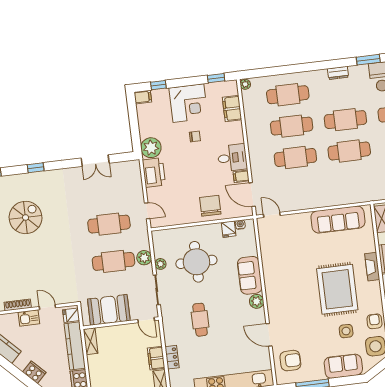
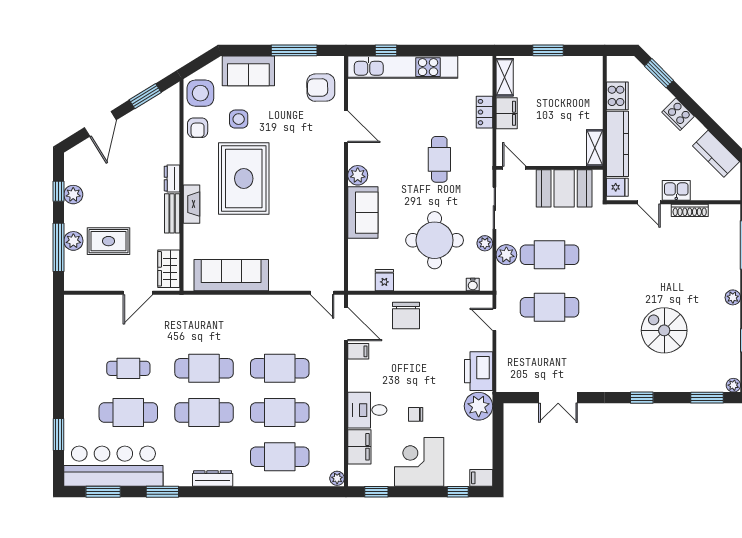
dresser: (338, 73) -> (213, 478), width x1.44
desk: (232, 158) -> (367, 410), moved
double door: (95, 161) -> (558, 398), swing flipped
spiral stairs: (26, 217) -> (664, 330), turned 90
water cooler: (240, 225) -> (473, 285), moved

